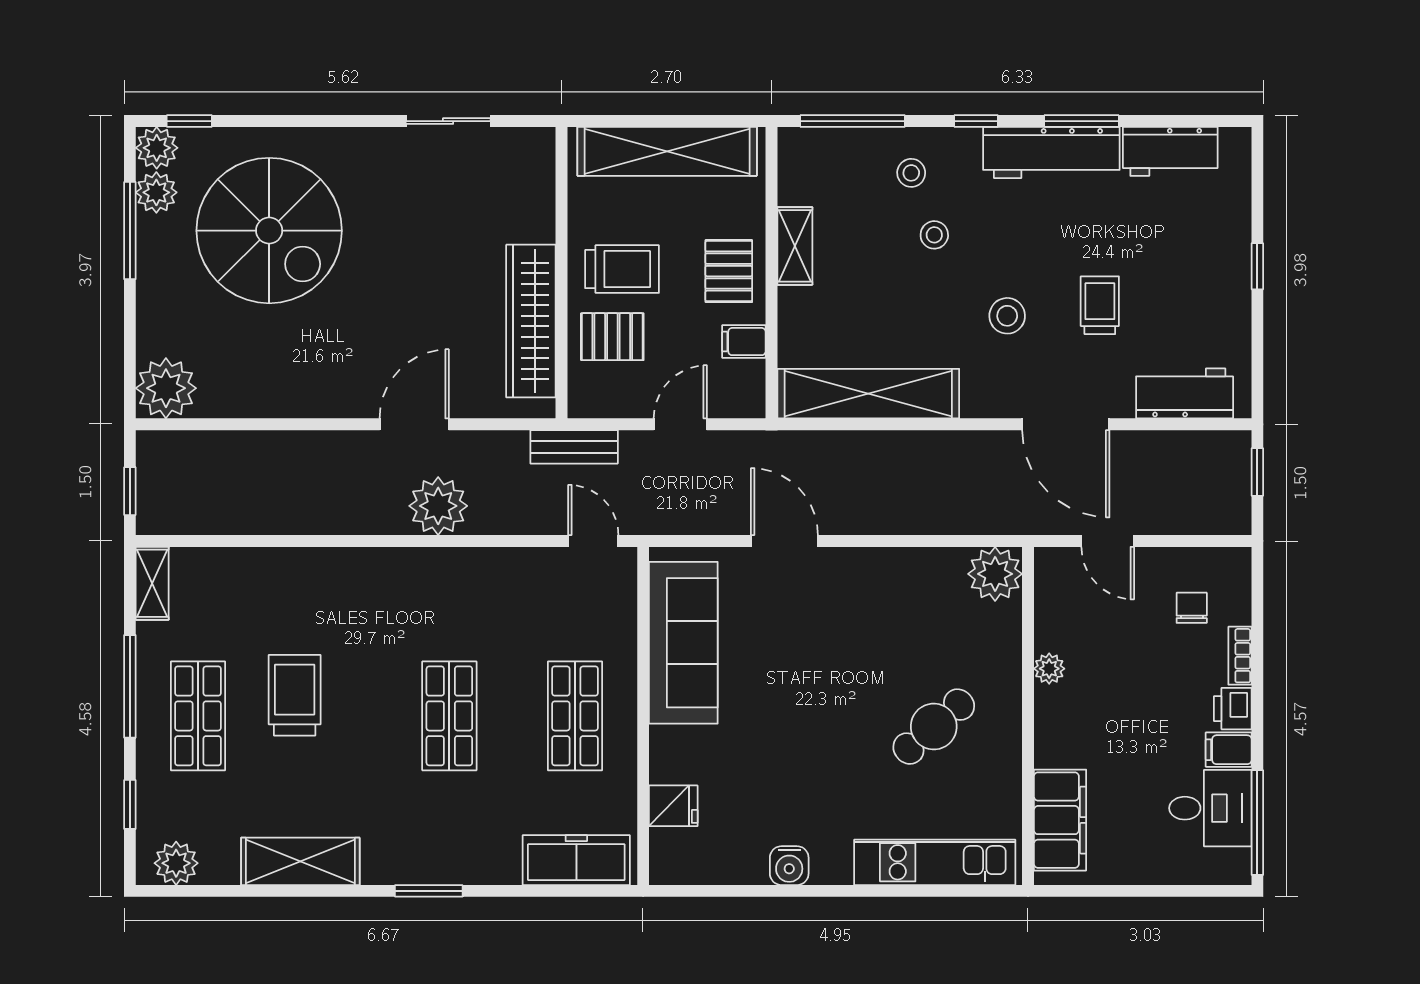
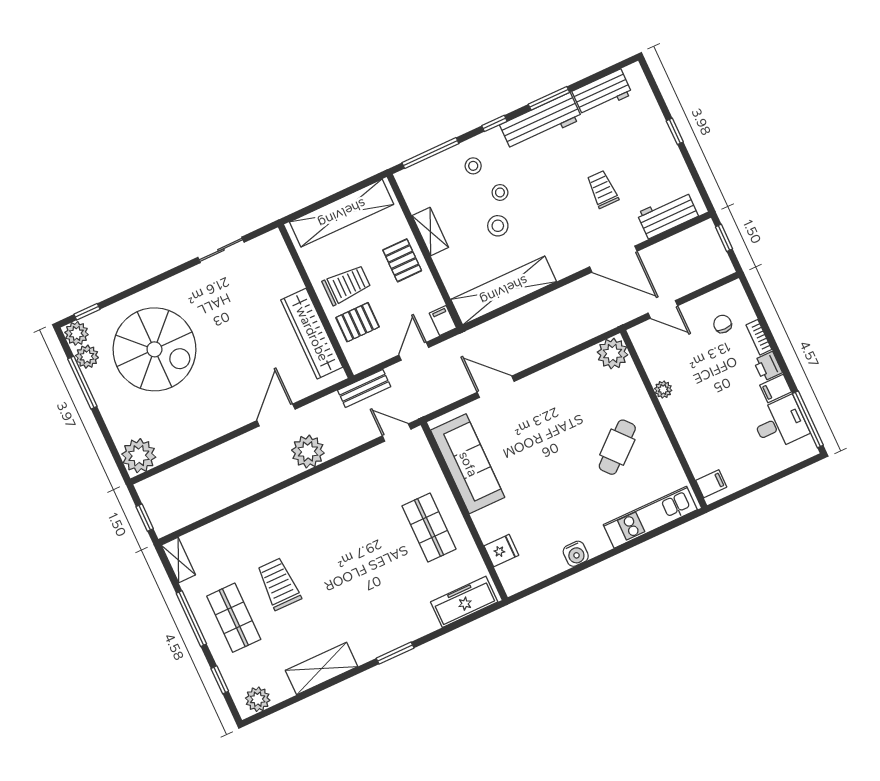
stool: (1007, 316) -> (498, 226), moved
filing cabinet: (744, 342) -> (443, 321), moved, turned 90
shop shelf: (449, 716) -> (364, 558), removed
filing cabinet: (1060, 820) -> (711, 484), width x0.33, depth x0.86

